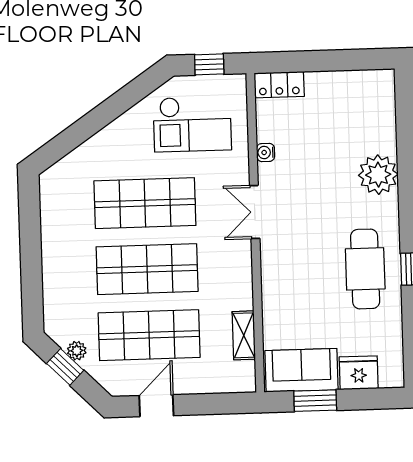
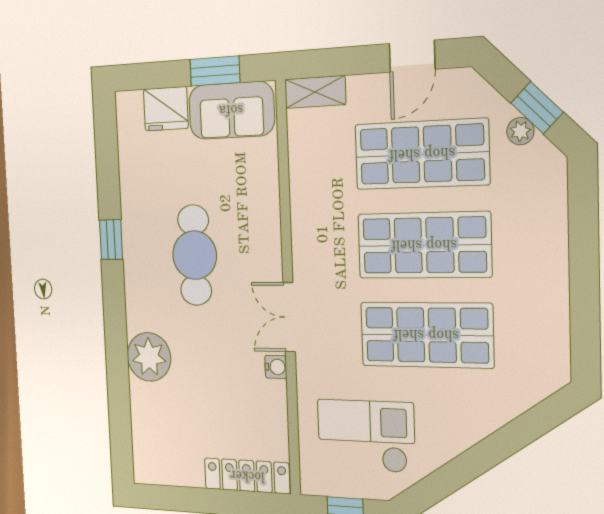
locker: (279, 85) -> (247, 476), width x1.53
water cooler: (266, 152) -> (276, 367), moved
double door: (255, 212) -> (289, 317), swing flipped
cafe table: (365, 269) -> (195, 255), moved
shelving: (244, 335) -> (315, 92), moved, turned 90

